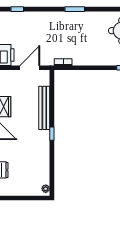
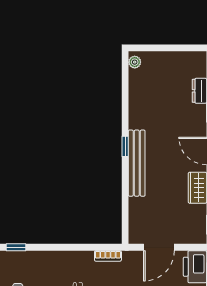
bench: (44, 108) -> (137, 163), moved

